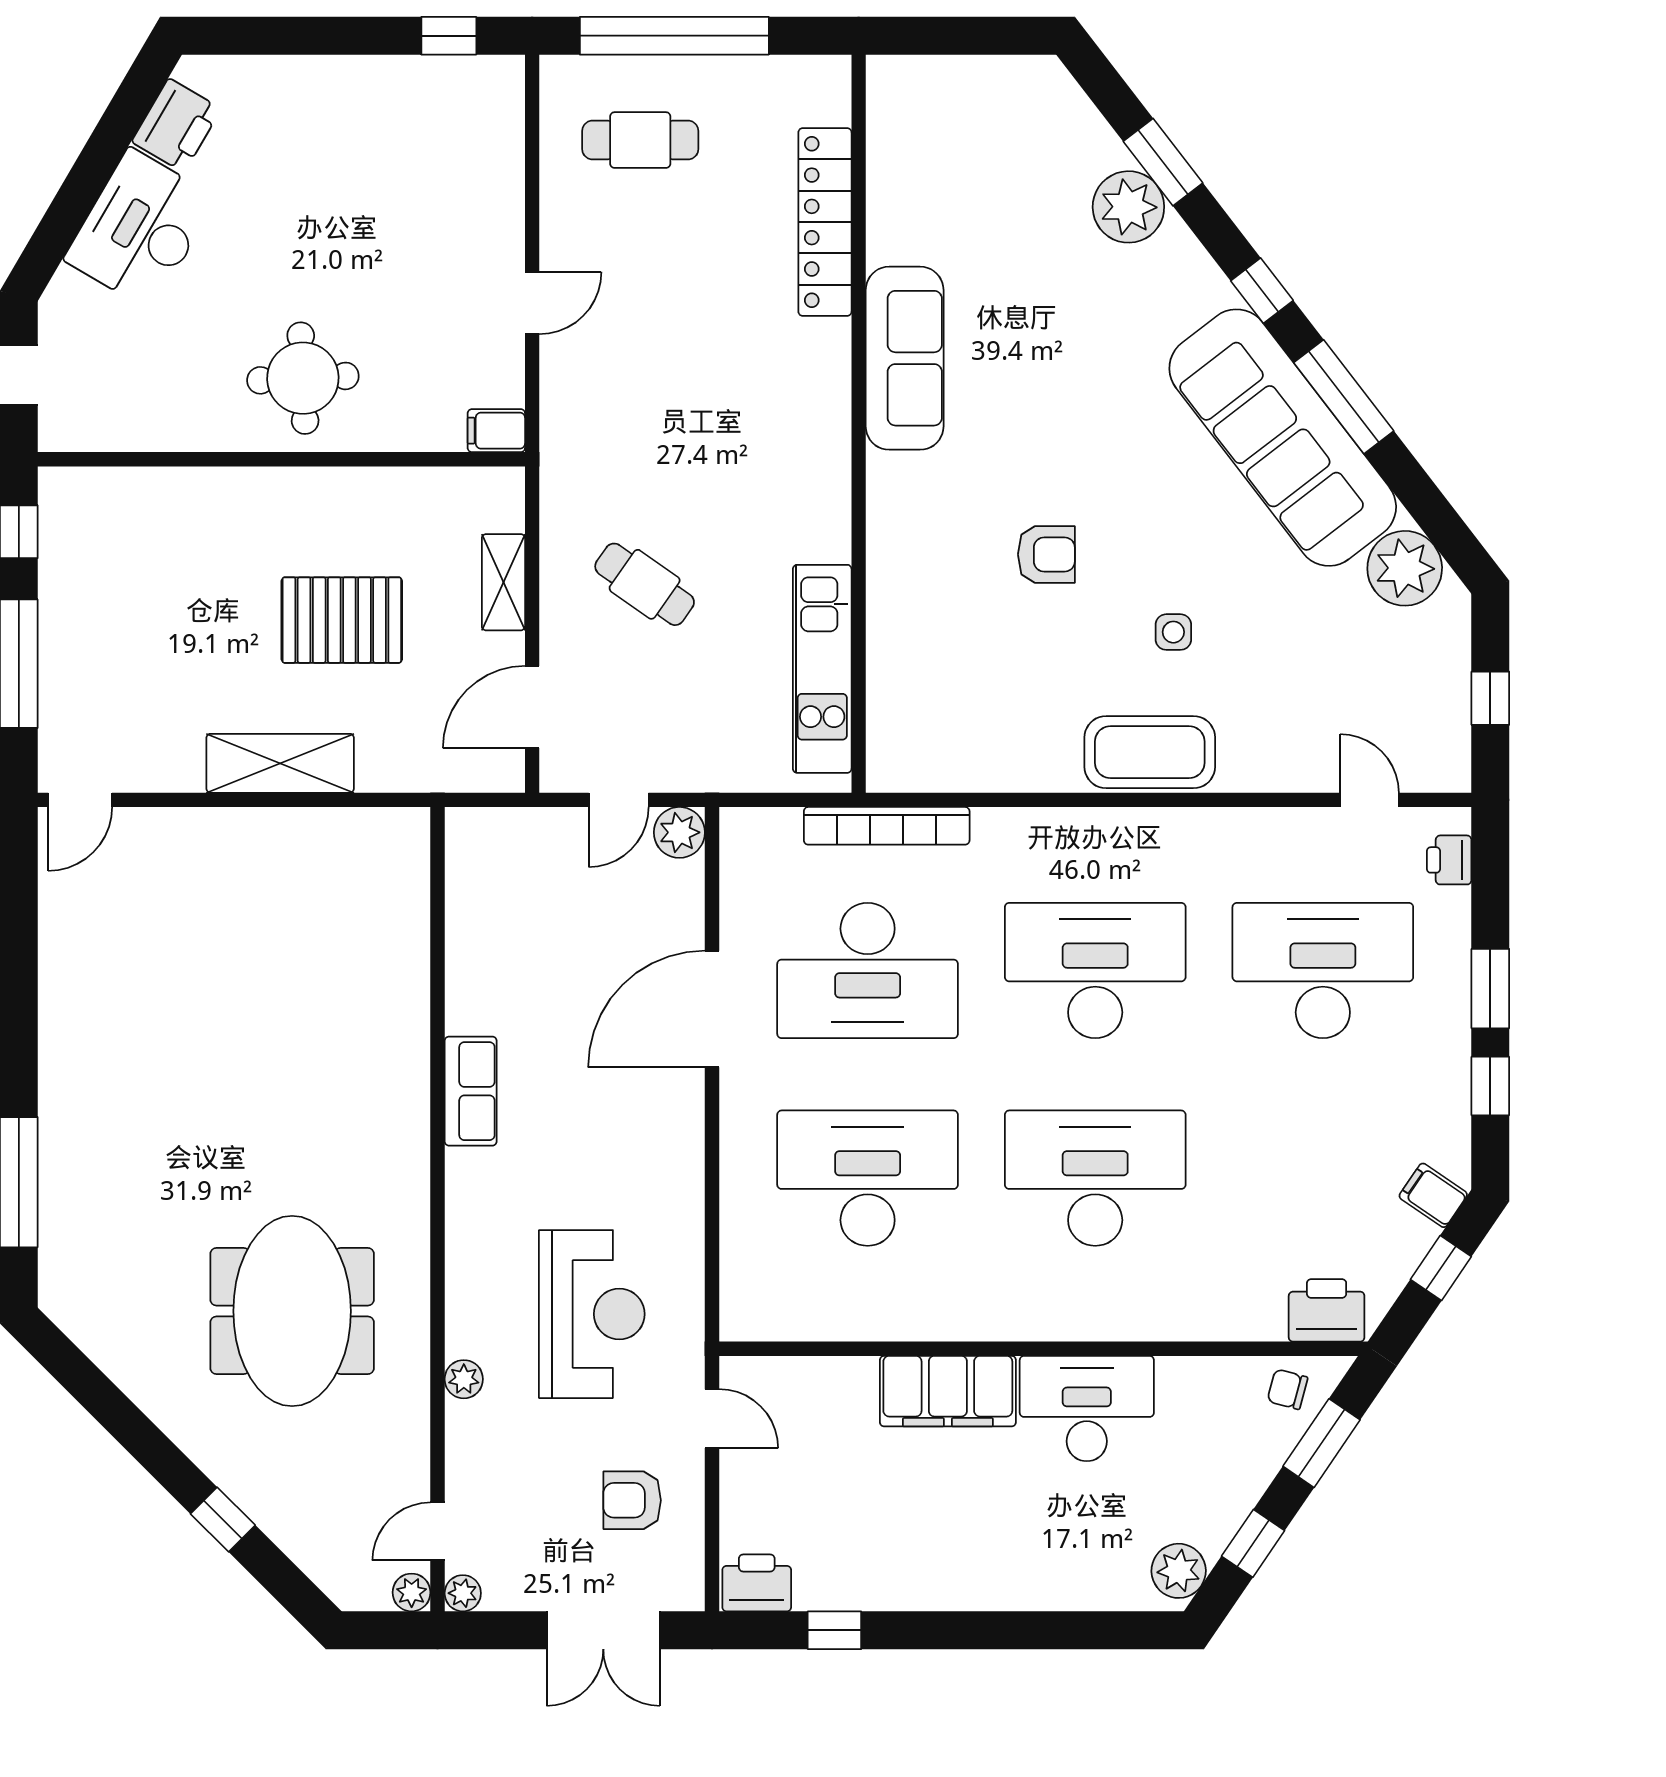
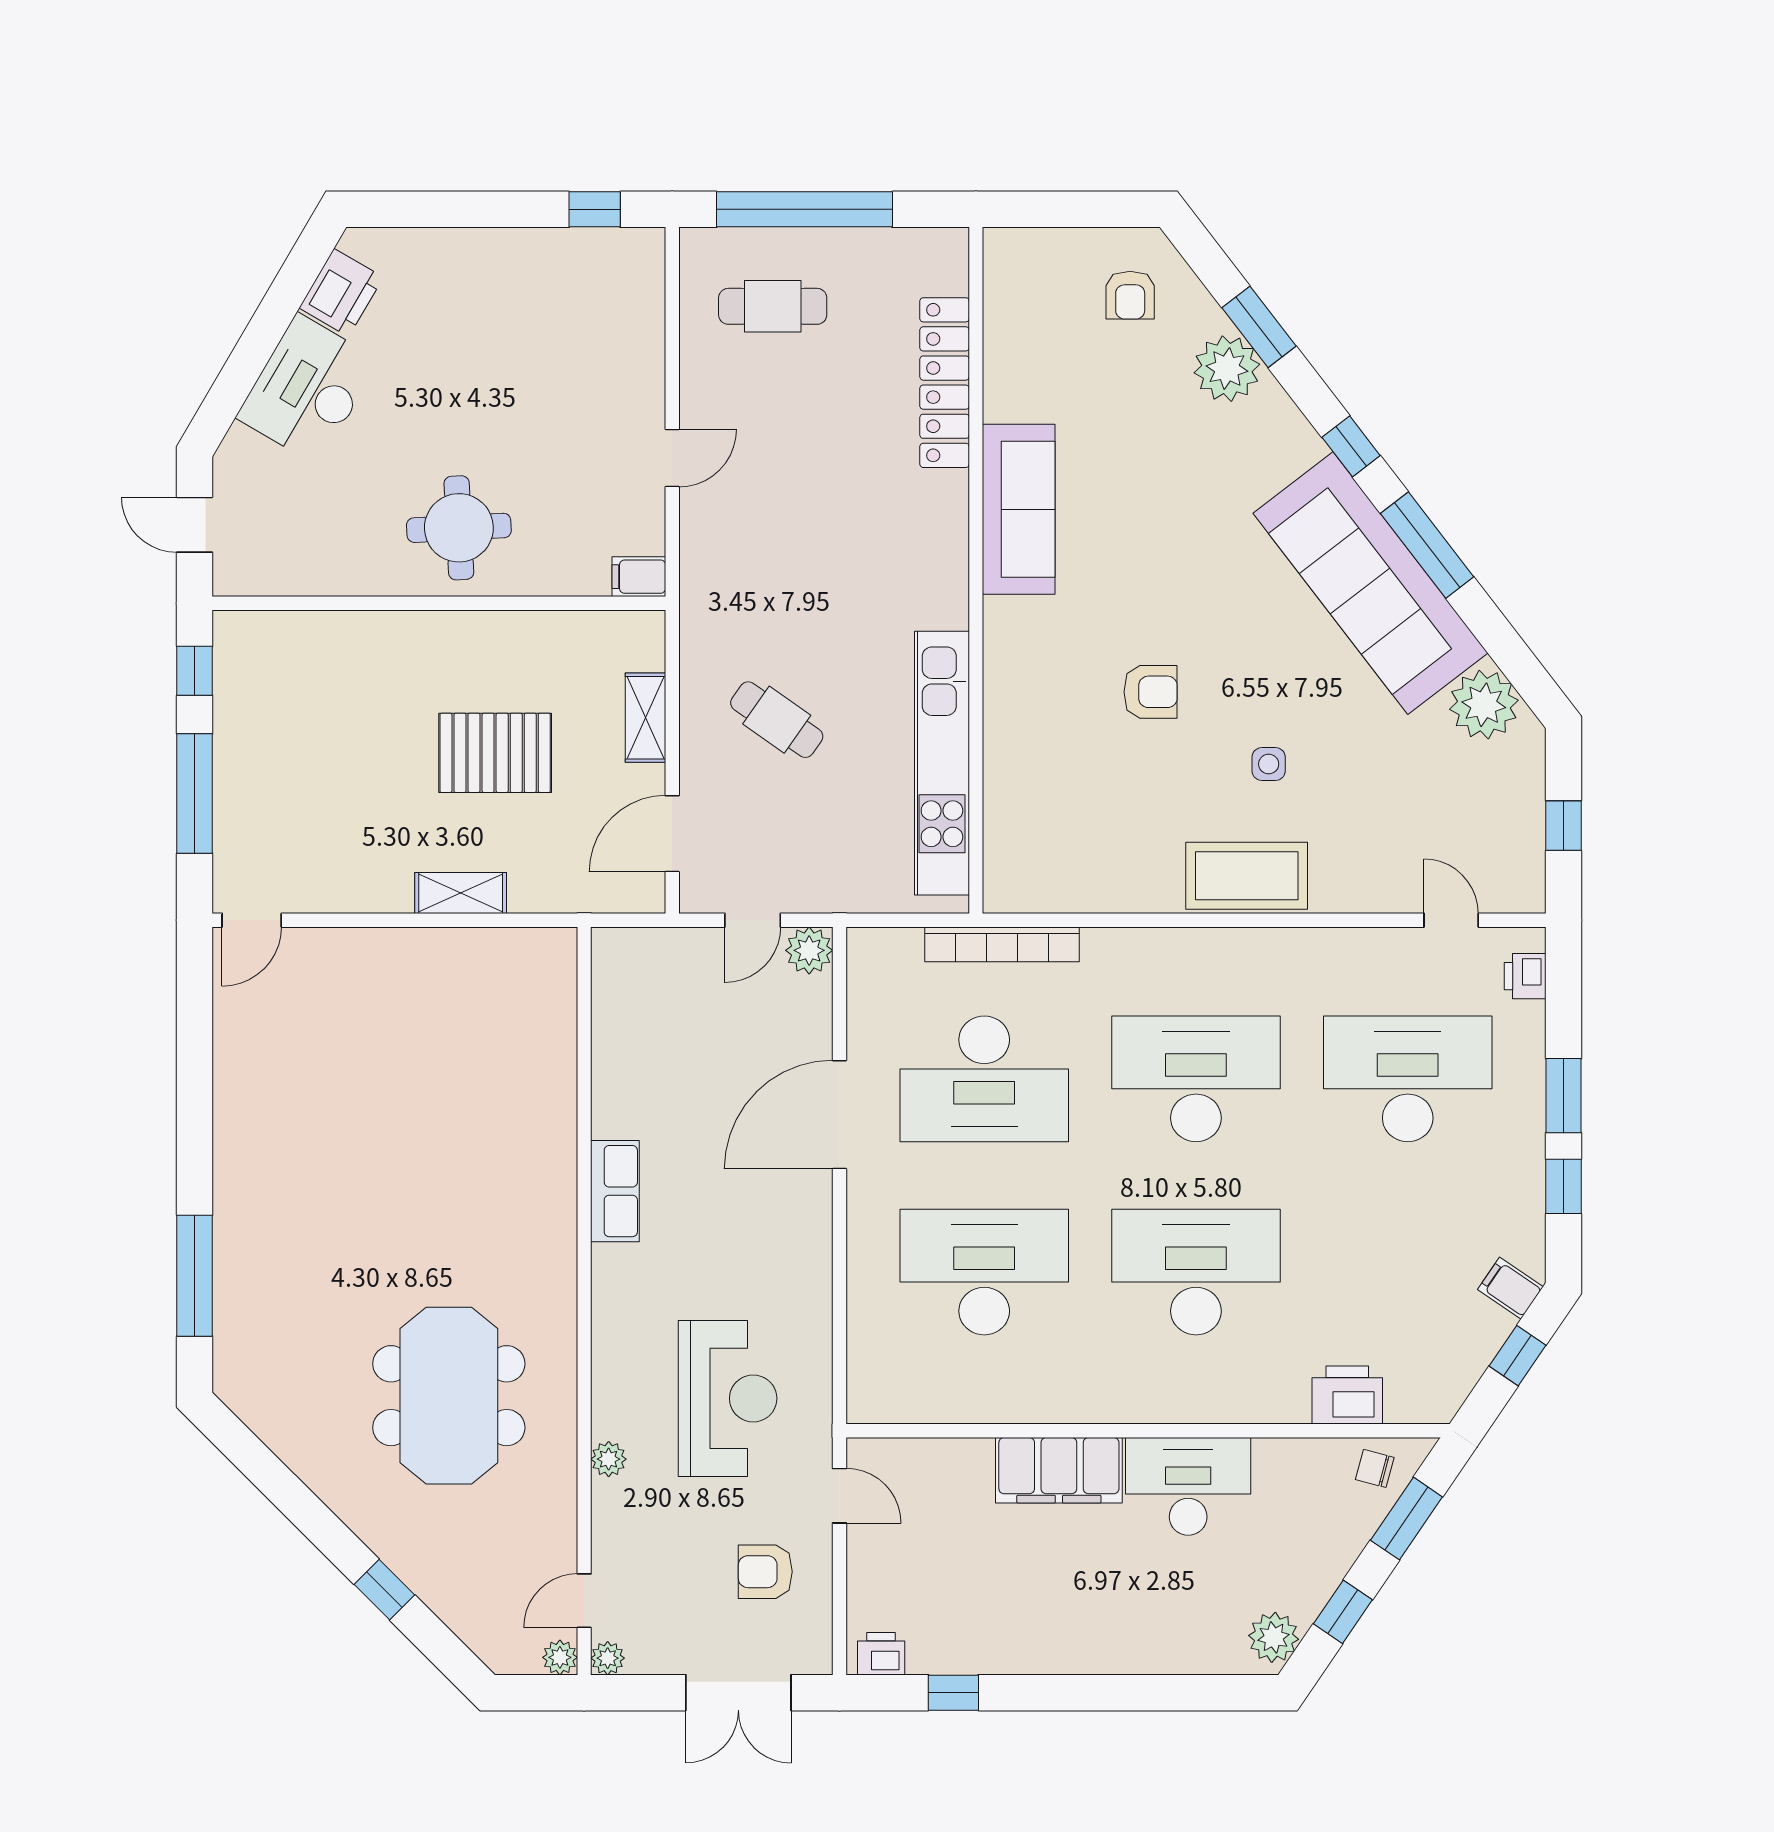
armchair: (1025, 128) -> (1130, 295), added
kitchen unit: (822, 669) -> (942, 763), width x1.36
shelving: (280, 763) -> (461, 893), width x0.67, depth x0.75
printer: (1327, 1310) -> (1347, 1395), moved
printer: (757, 1583) -> (881, 1654), width x0.73, depth x0.81

